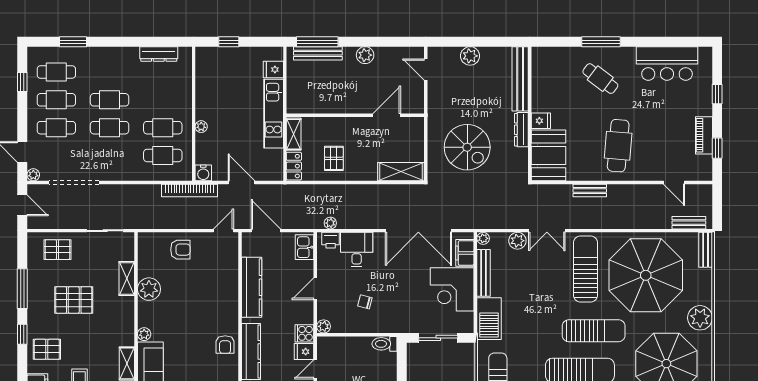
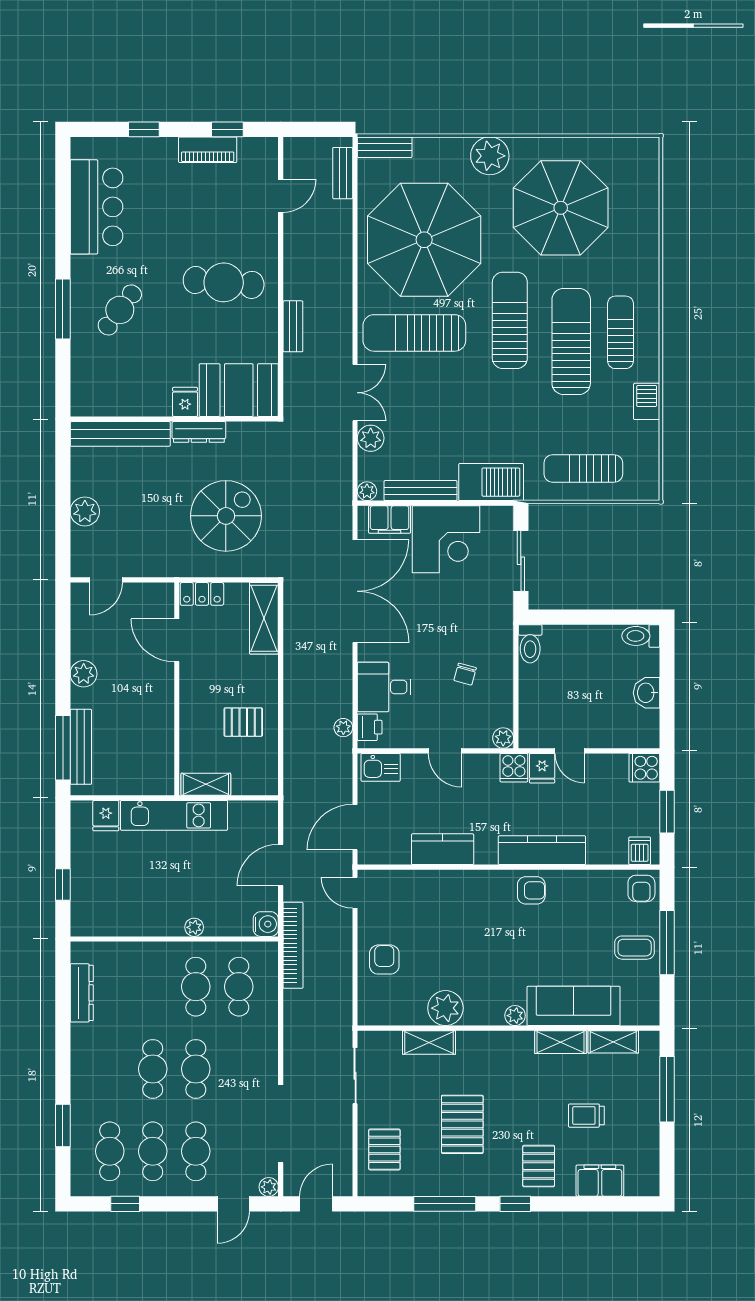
locker: (294, 166) -> (202, 594), moved, turned 180
kitchen counter: (252, 287) -> (443, 849), width x0.67

